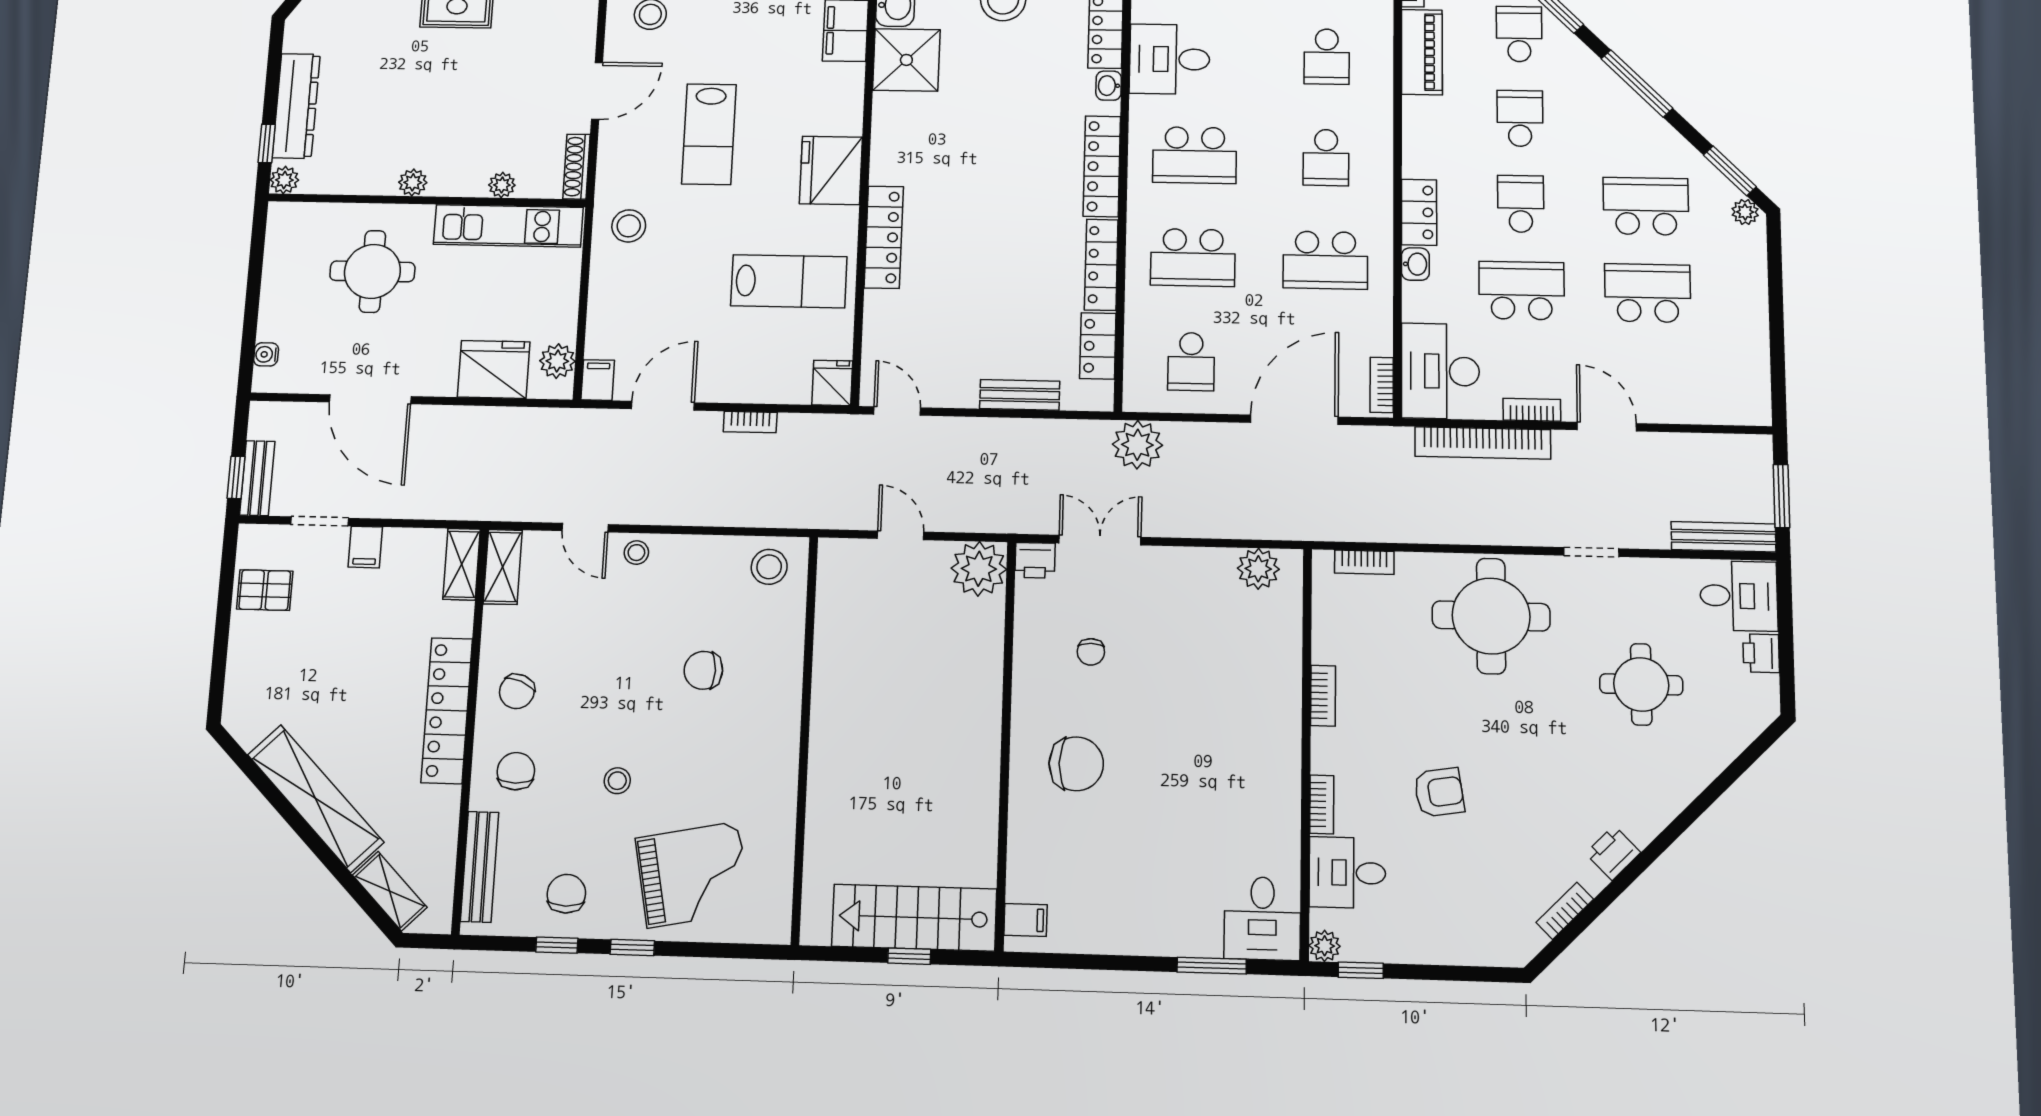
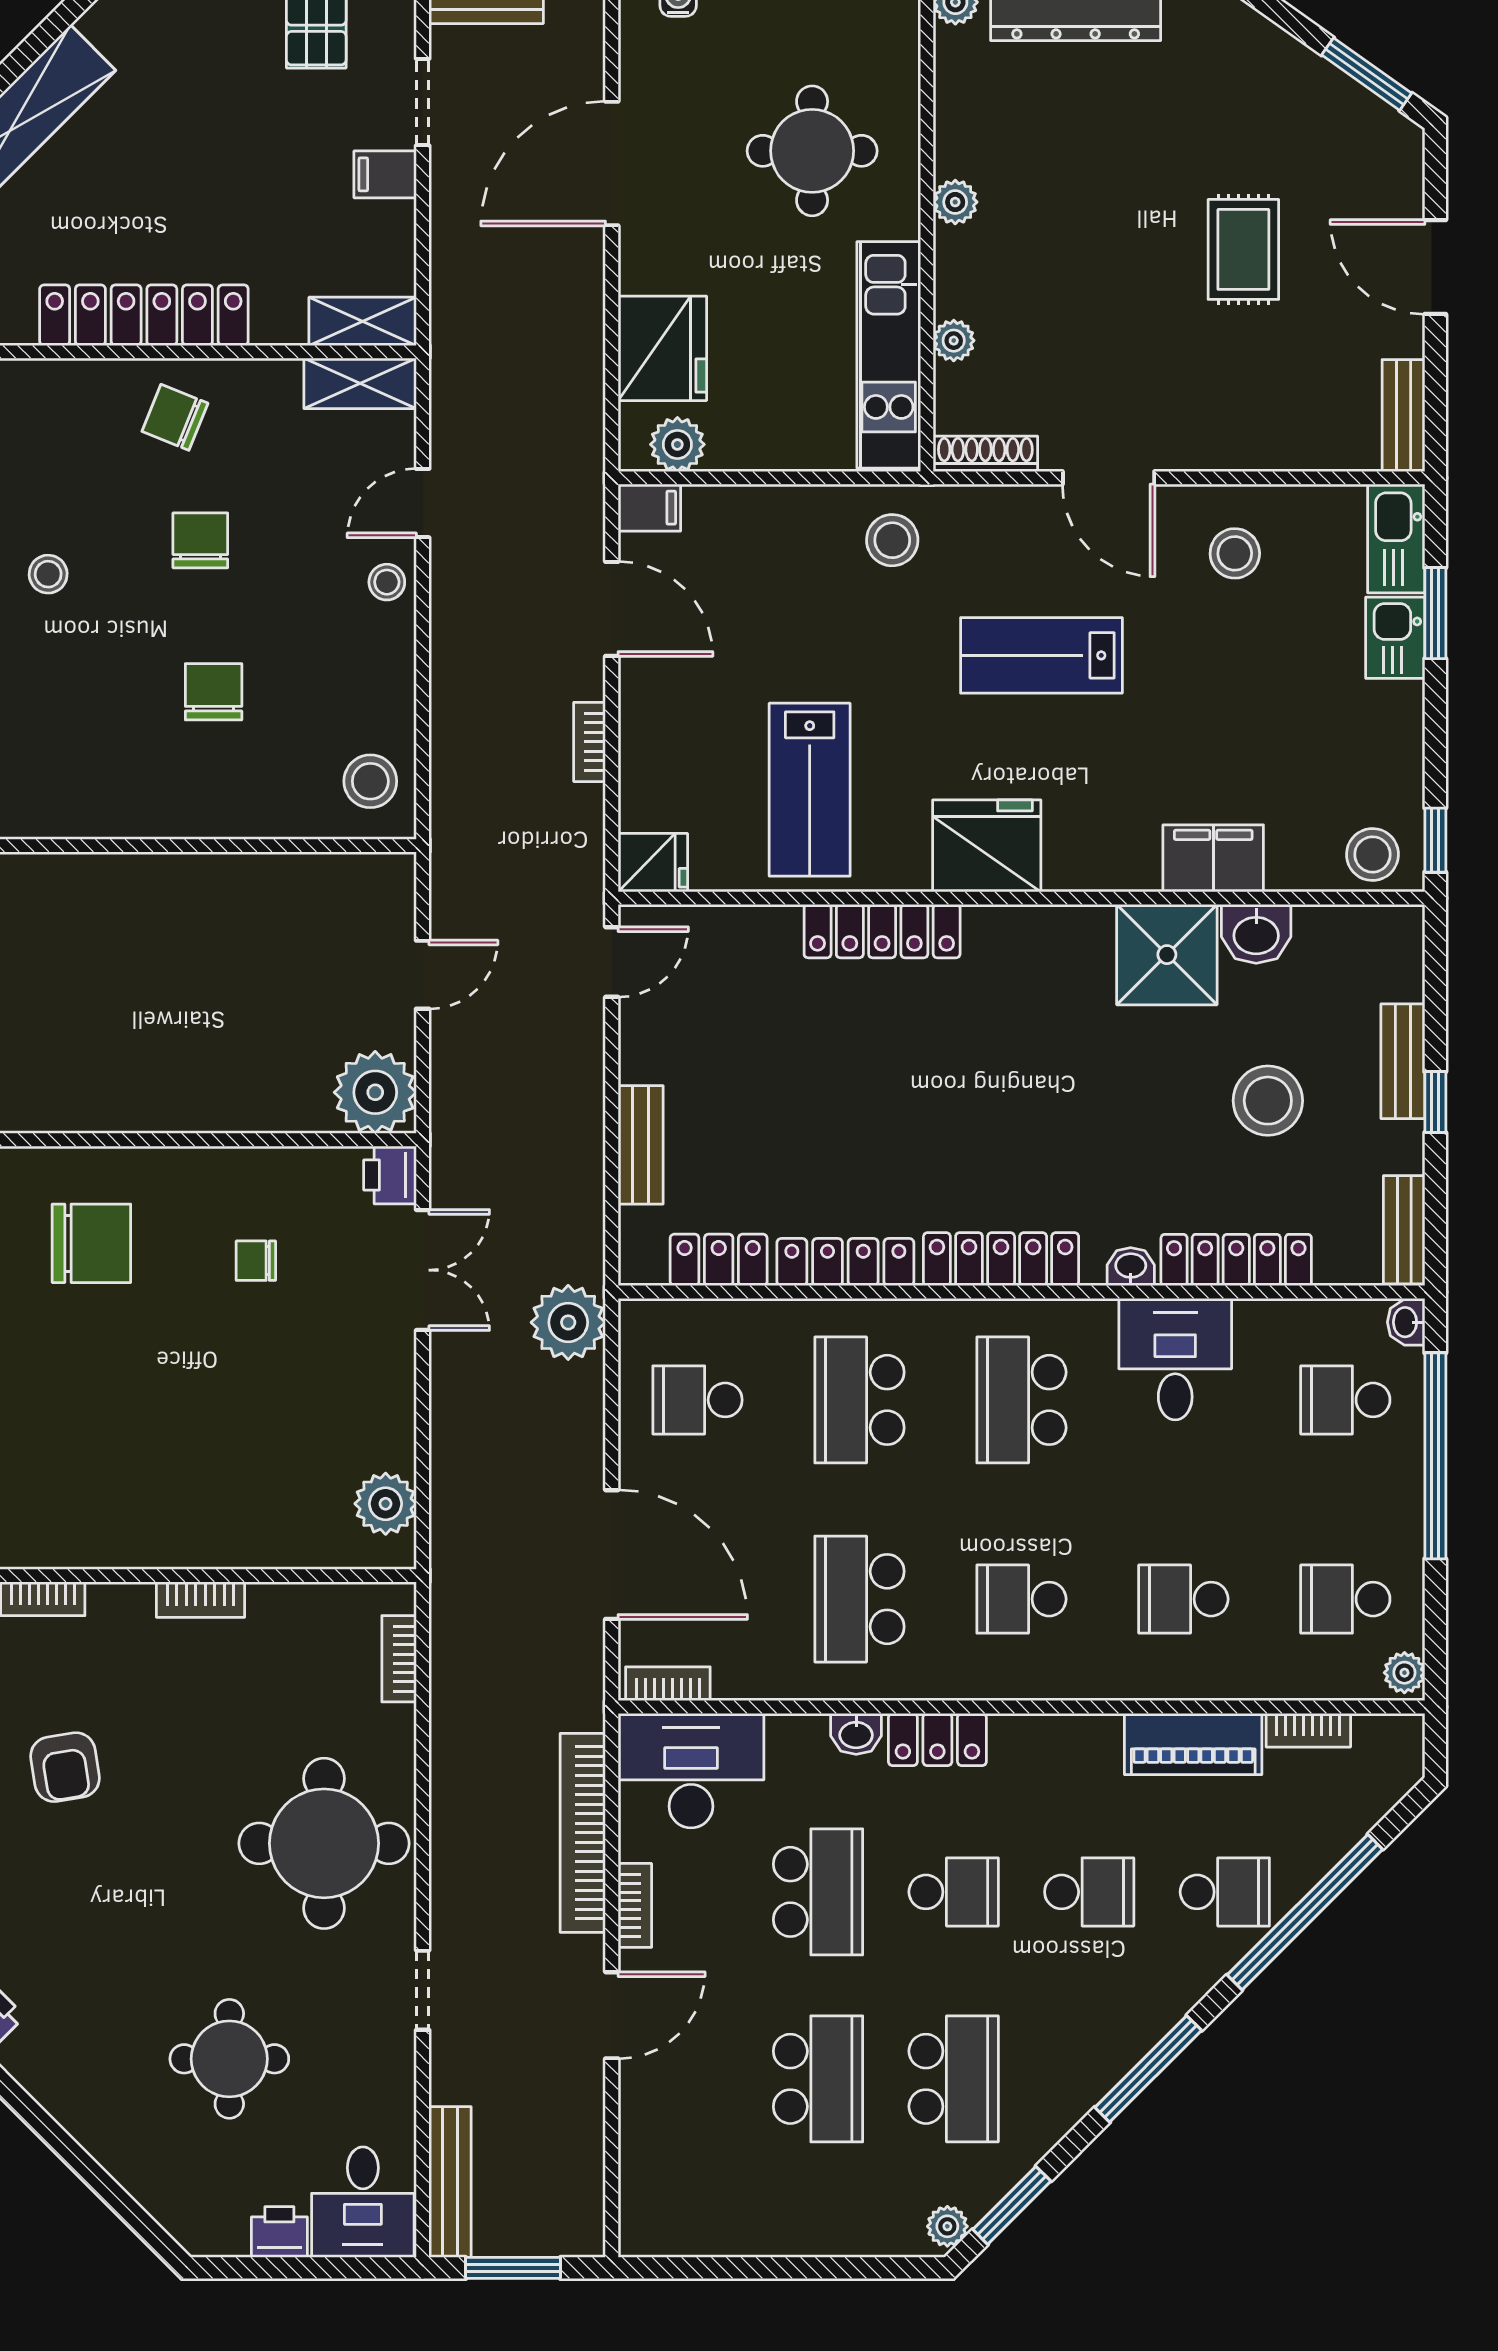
chair: (1076, 764) -> (91, 1243), turned -90
chair: (516, 771) -> (200, 540), moved, turned -90

